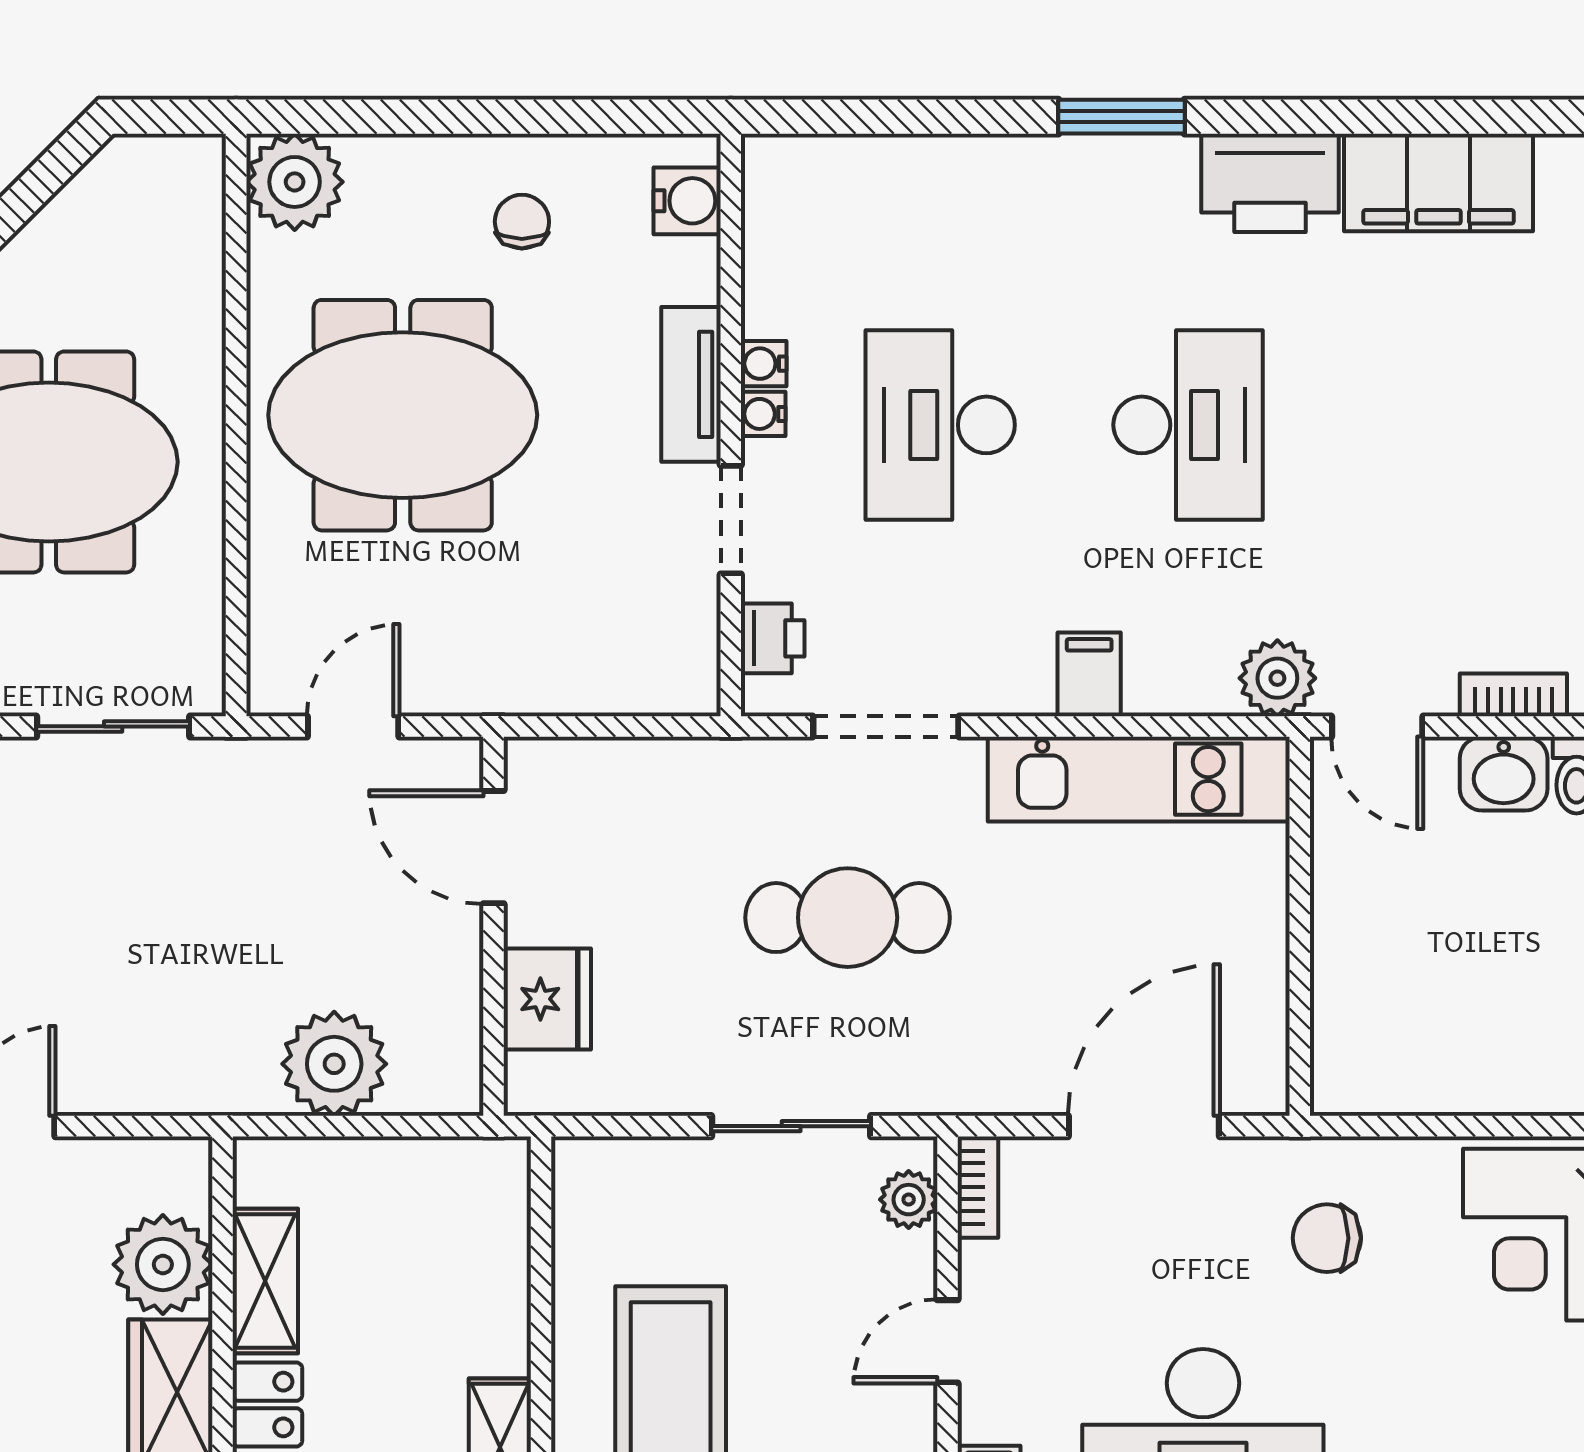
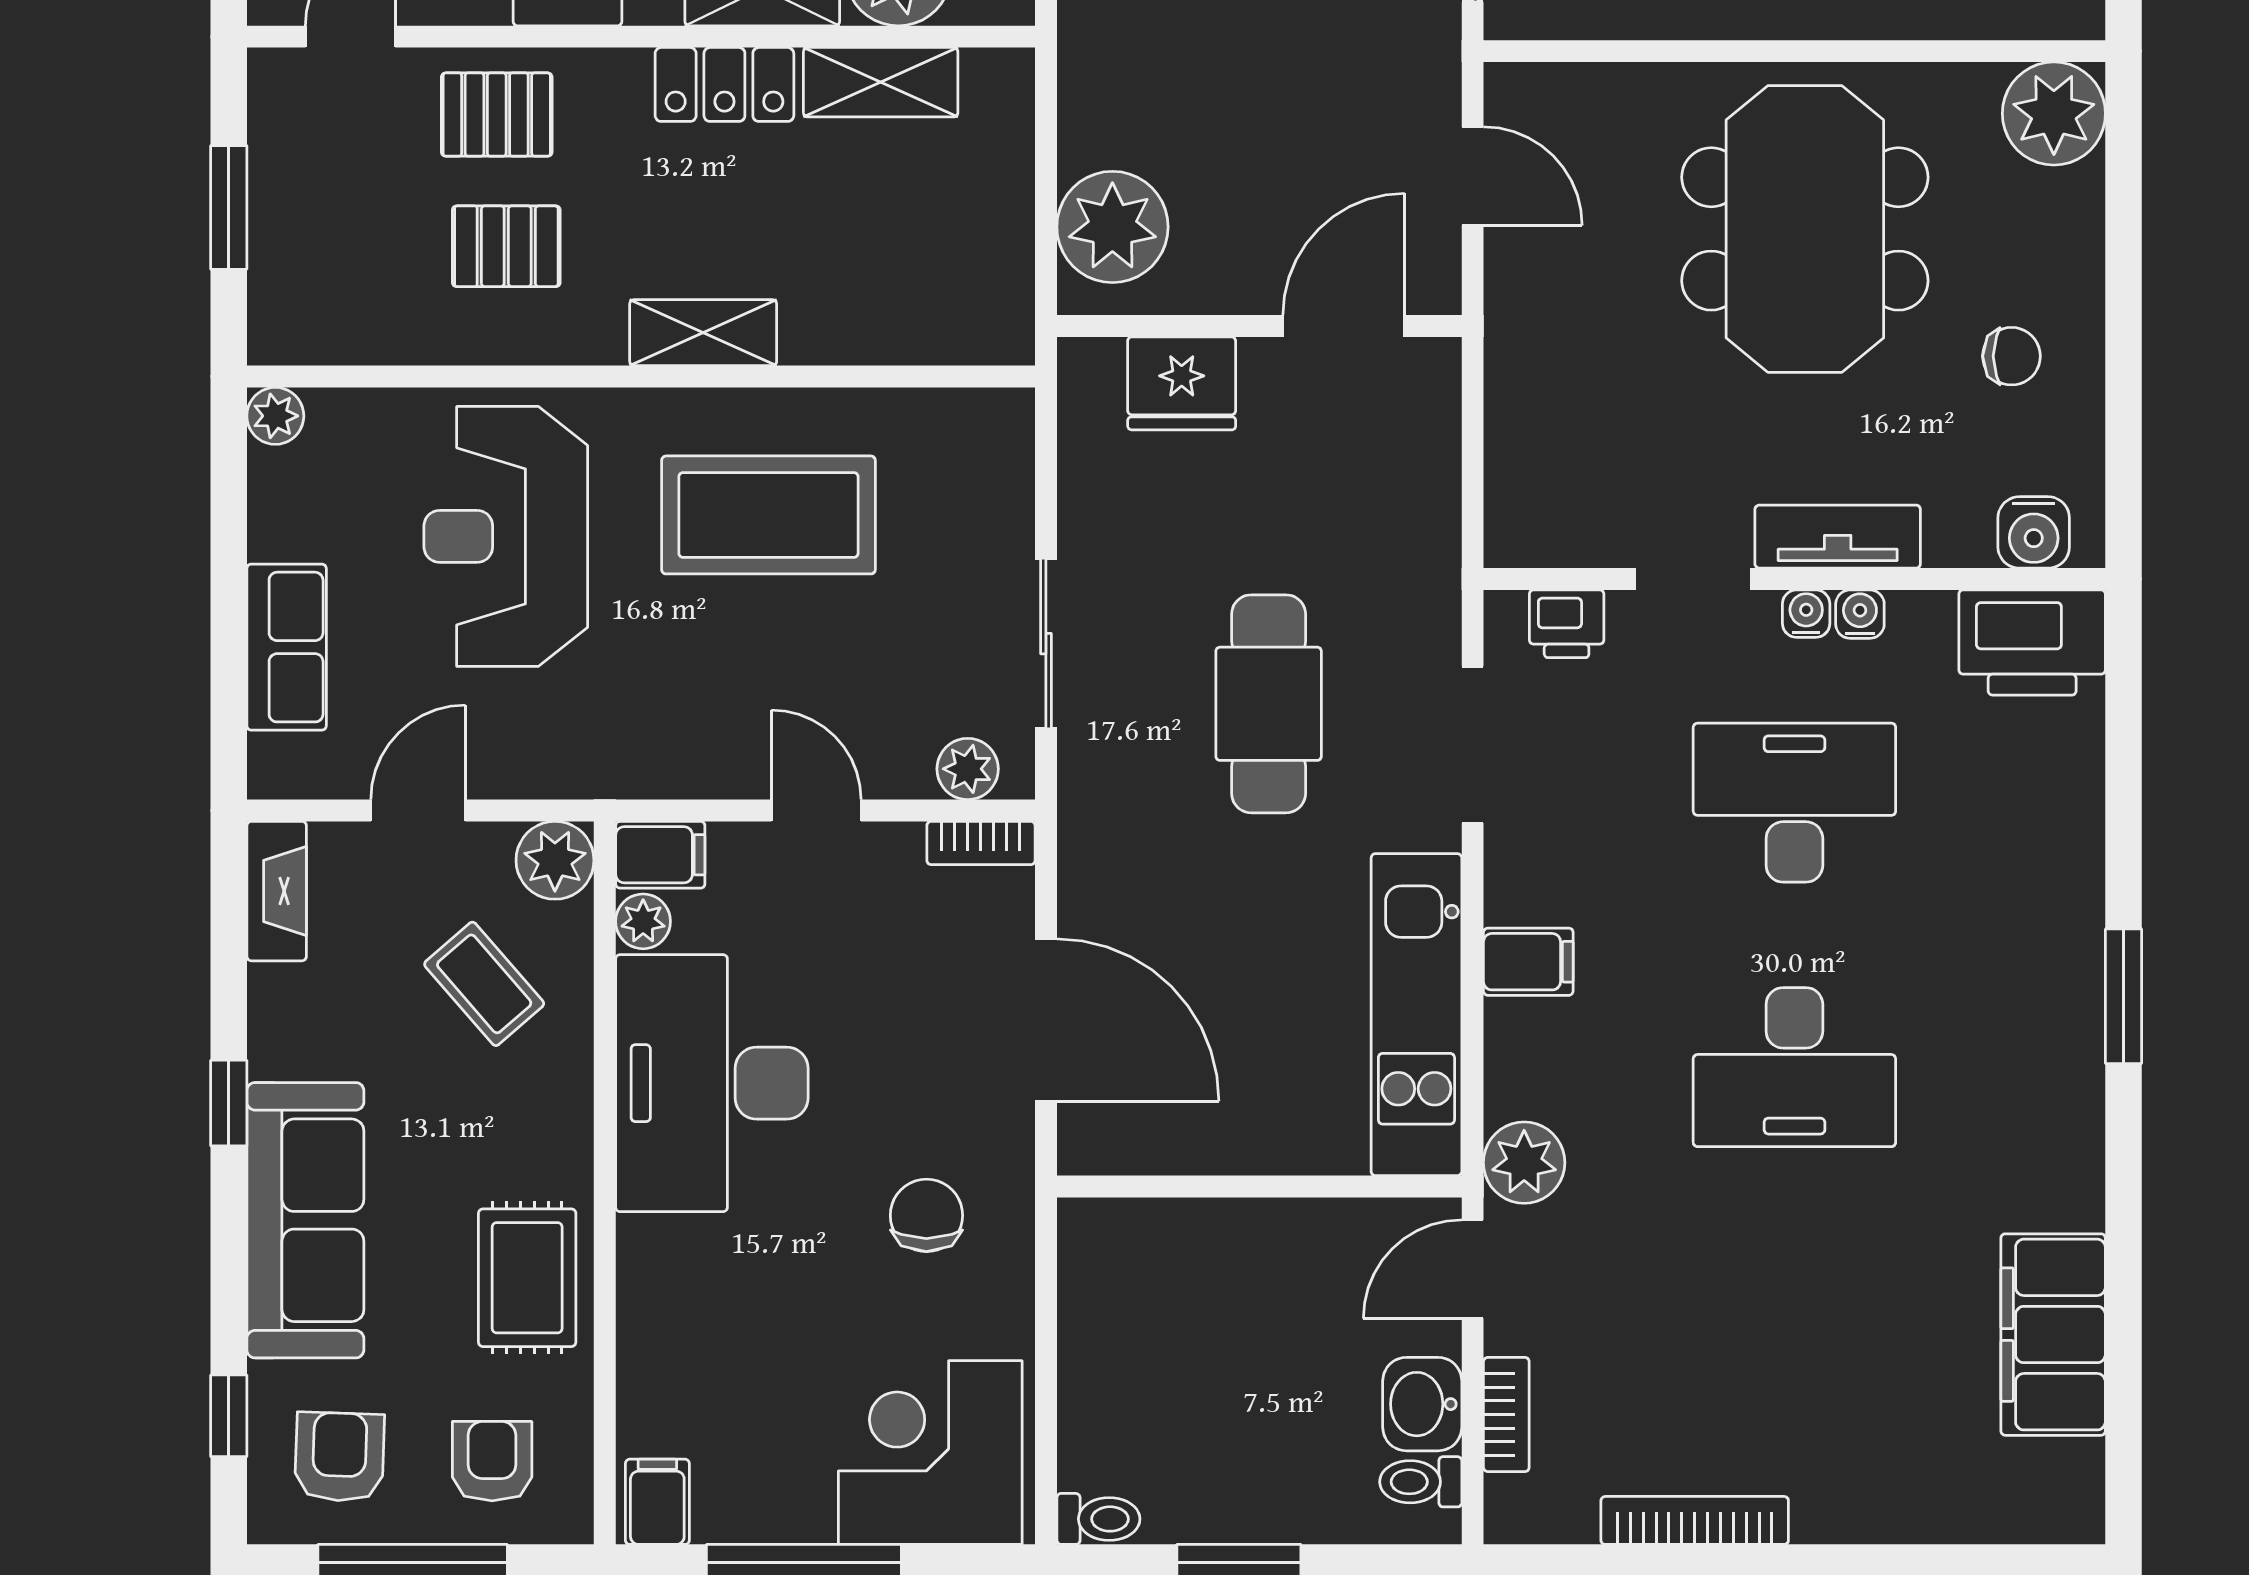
printer: (1270, 183) -> (2032, 643), moved, turned -90
plant: (334, 1064) -> (1112, 227), moved

